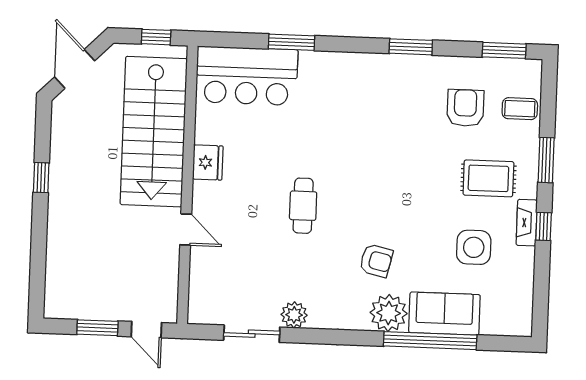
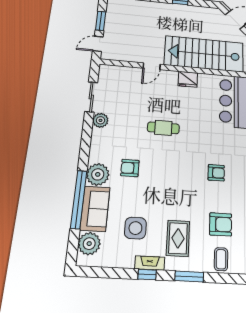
armchair: (380, 113) -> (216, 173), added
armchair: (376, 261) -> (130, 168), turned 77
plant: (499, 319) -> (89, 244), added

